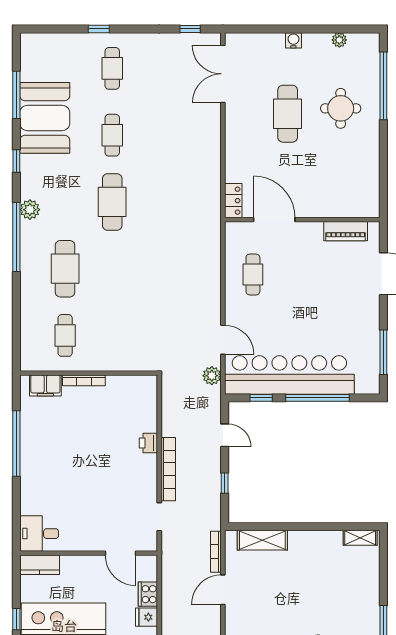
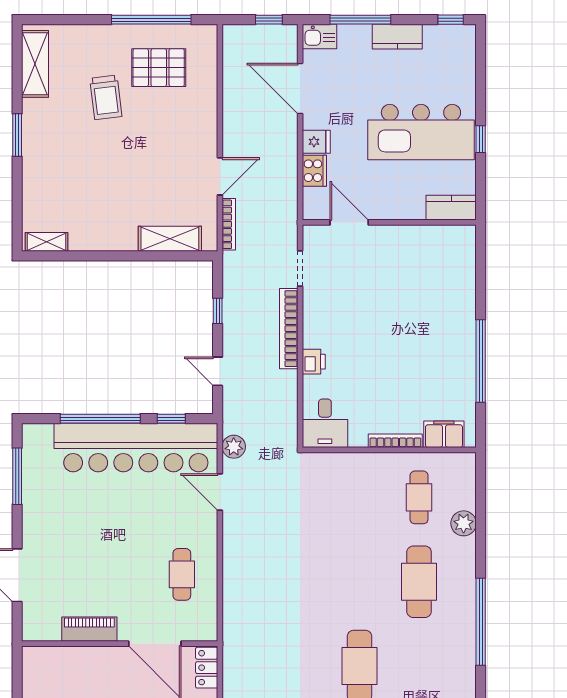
plant: (30, 210) -> (464, 523), moved
piano: (346, 231) -> (89, 629), moved
desk: (39, 534) -> (325, 423), moved, turned 90

